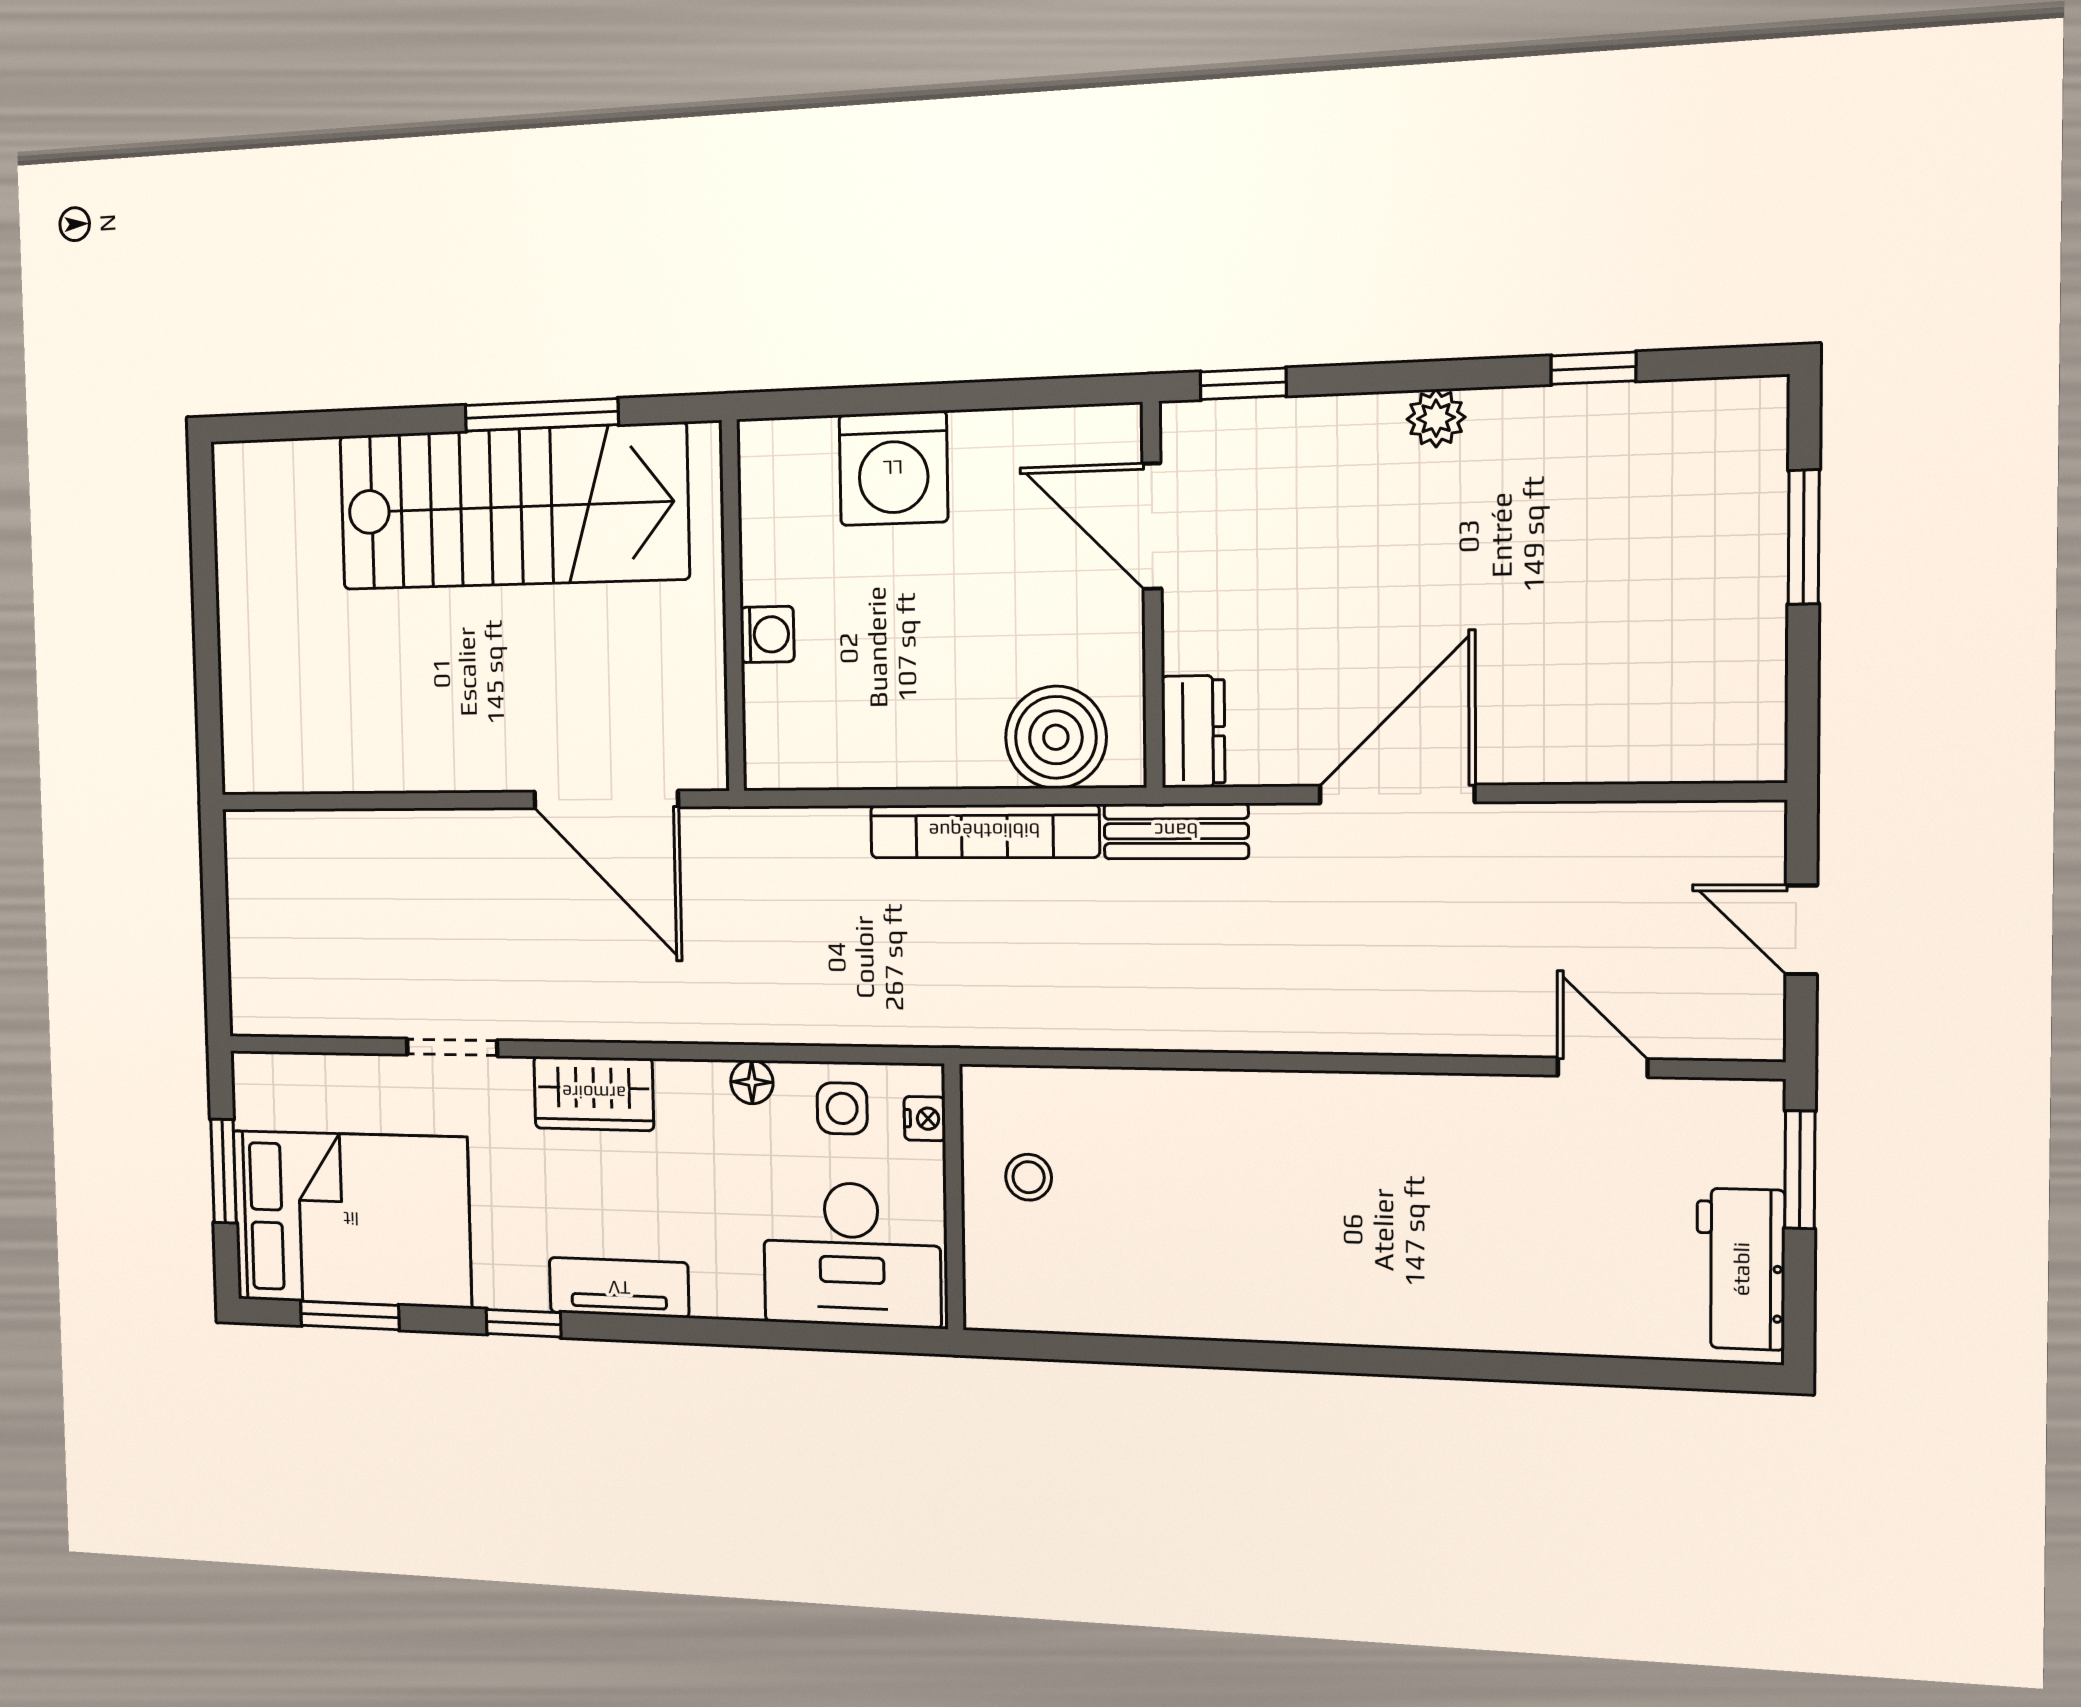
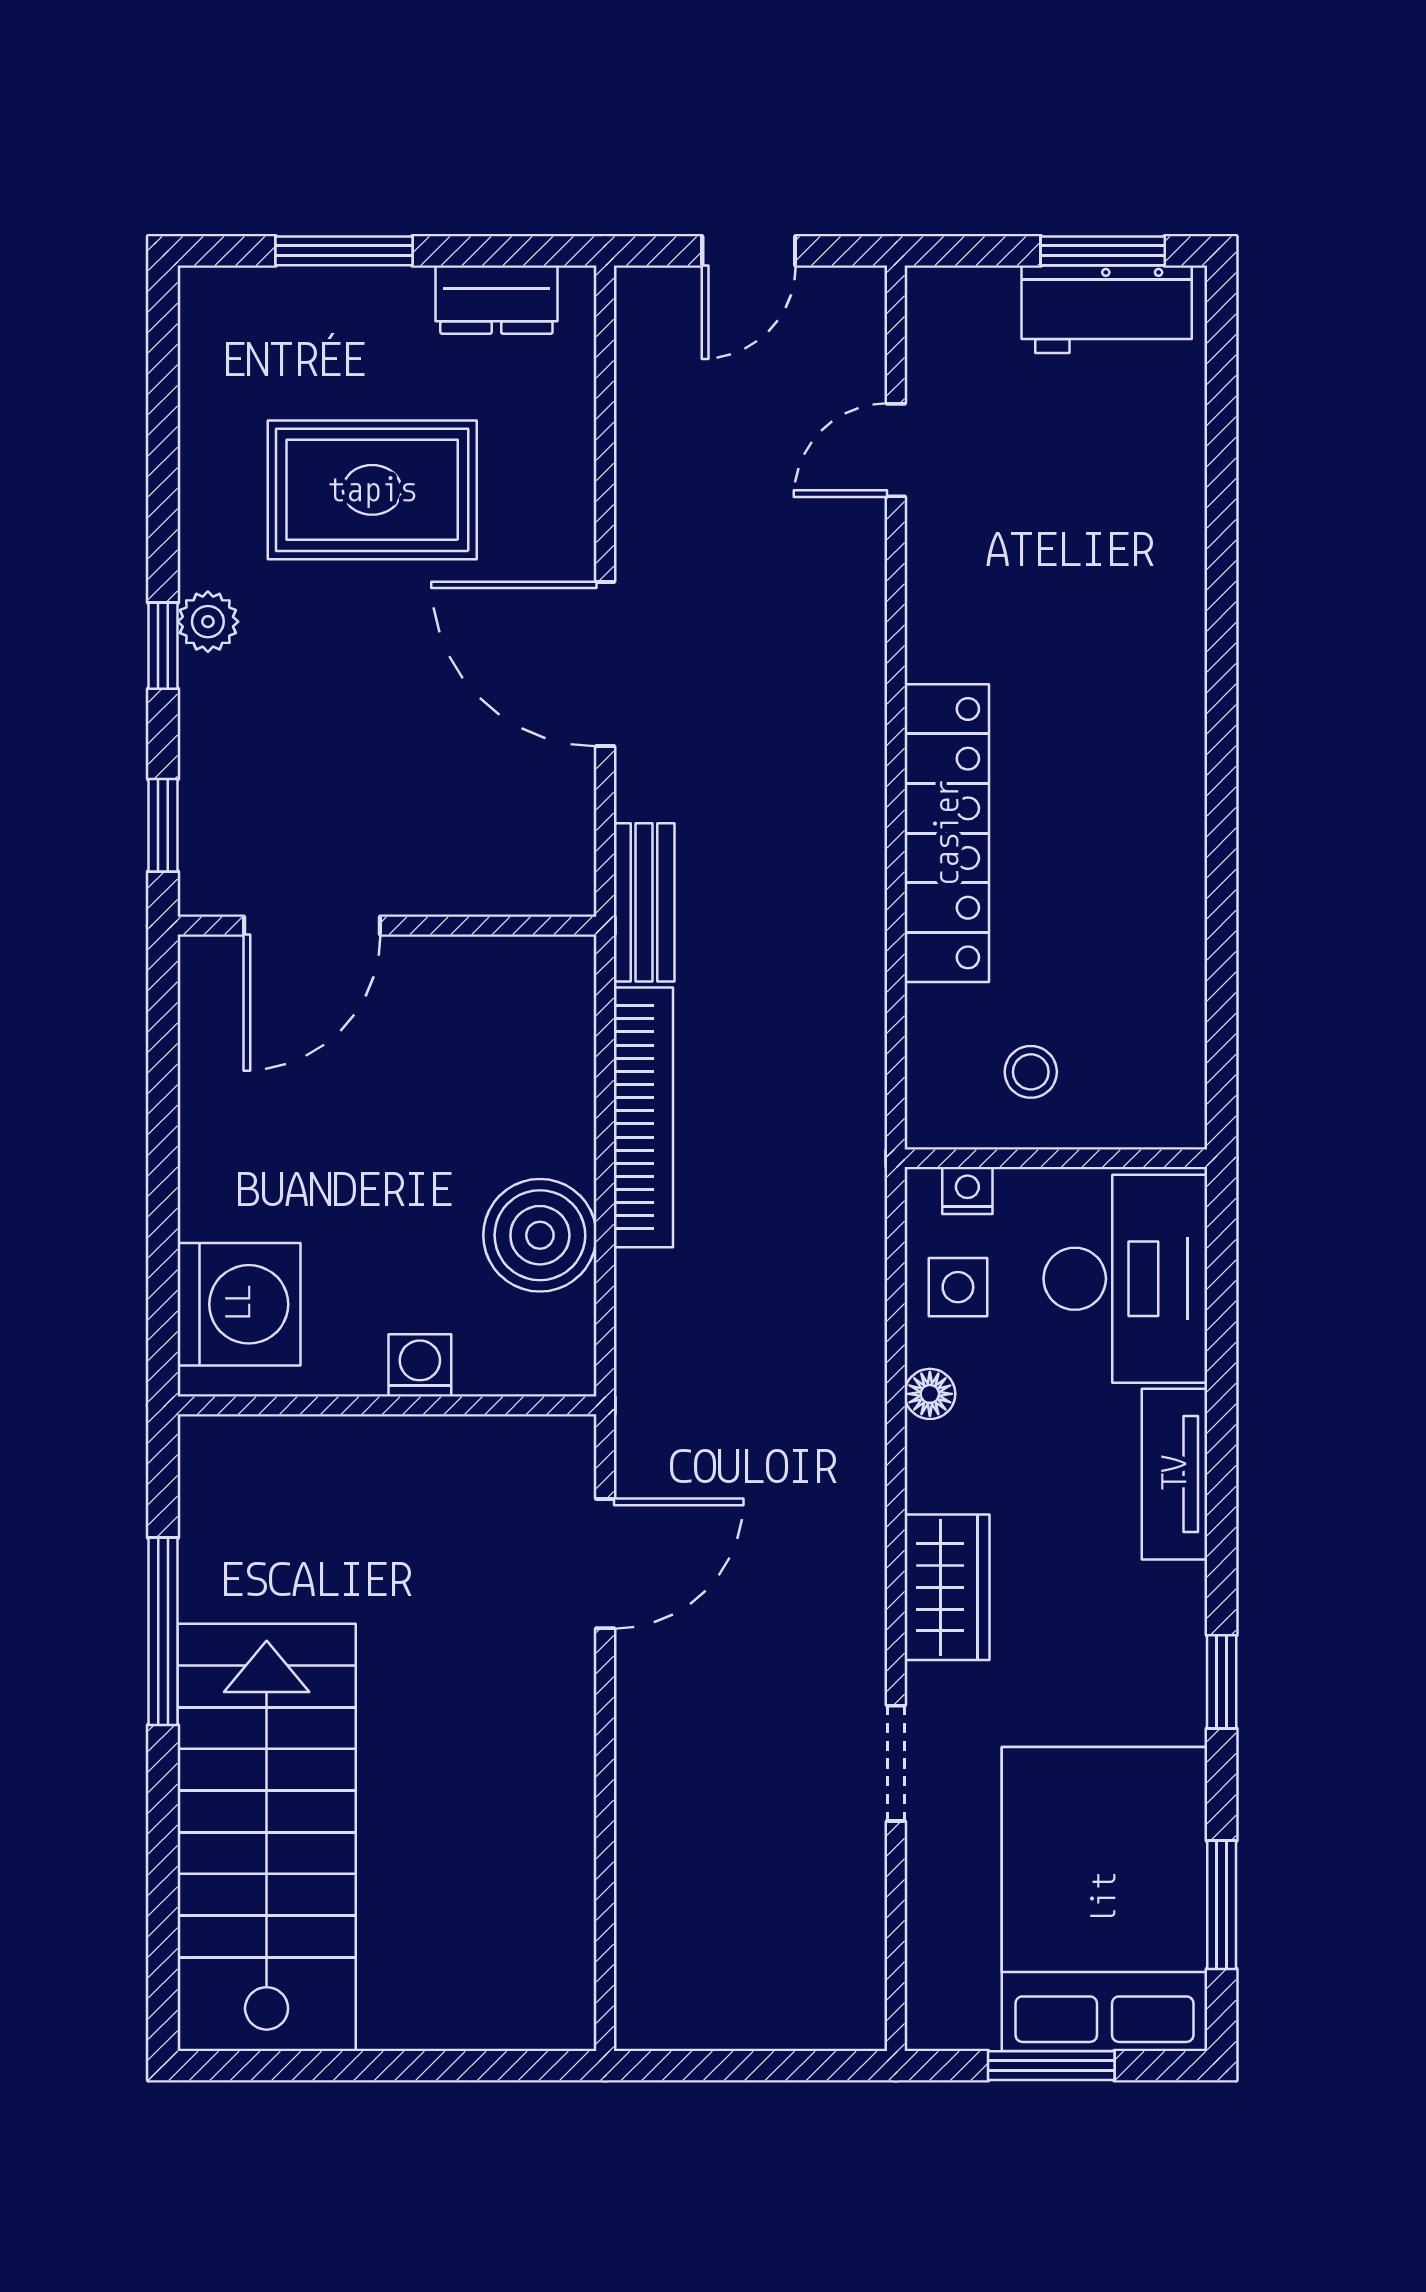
window: (1593, 368) -> (163, 646), moved
washing machine: (893, 468) -> (239, 1304), moved
stairs: (512, 507) -> (267, 1837), moved
rug: (1564, 571) -> (372, 490), added
dresser: (1193, 732) -> (496, 300), moved, turned 180
boiler: (1056, 737) -> (540, 1235), moved
door: (606, 799) -> (605, 1564), width x0.73
locker: (1241, 1107) -> (947, 833), added
window: (1800, 1170) -> (1103, 251), moved
tv unit: (619, 1288) -> (1175, 1474), moved

